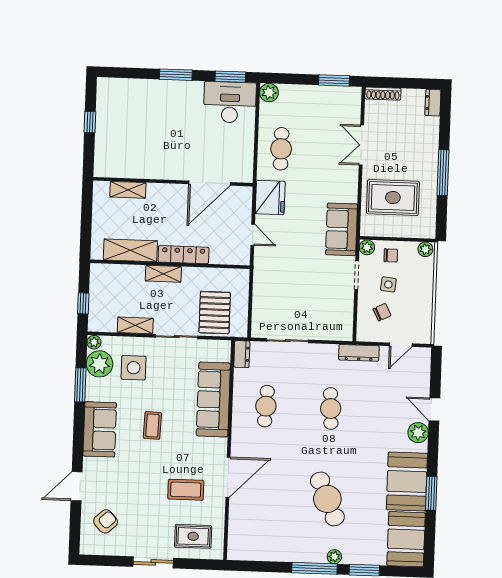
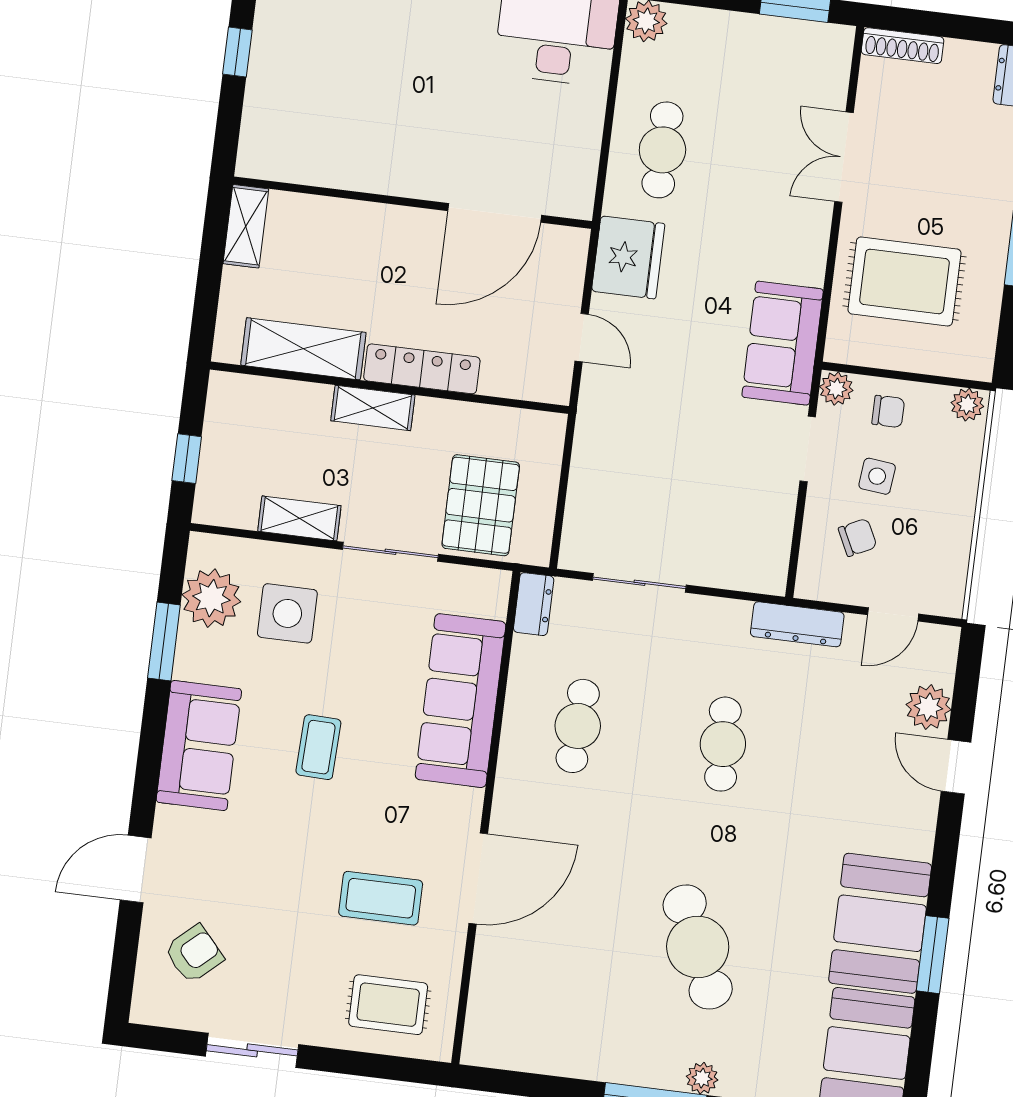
shelving: (128, 190) -> (246, 226), moved, turned 90
plant: (94, 342) -> (203, 548), removed
plant: (418, 433) -> (928, 707), moved
sliding door: (153, 562) -> (252, 1050), moved

